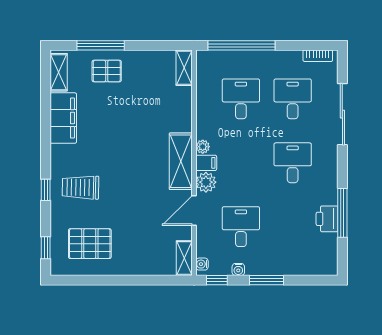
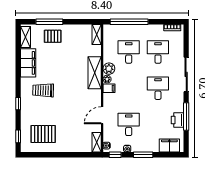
sliding door: (342, 114) -> (186, 74), moved
shelving: (181, 161) -> (95, 73), moved
plant: (206, 182) -> (109, 69), moved
trolley: (80, 187) -> (43, 90), moved
filing cabinet: (313, 264) -> (169, 146), added

